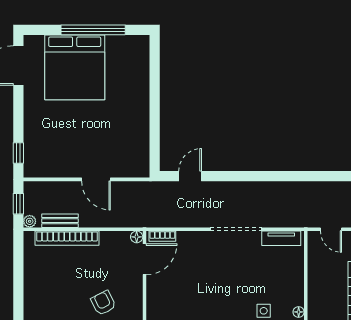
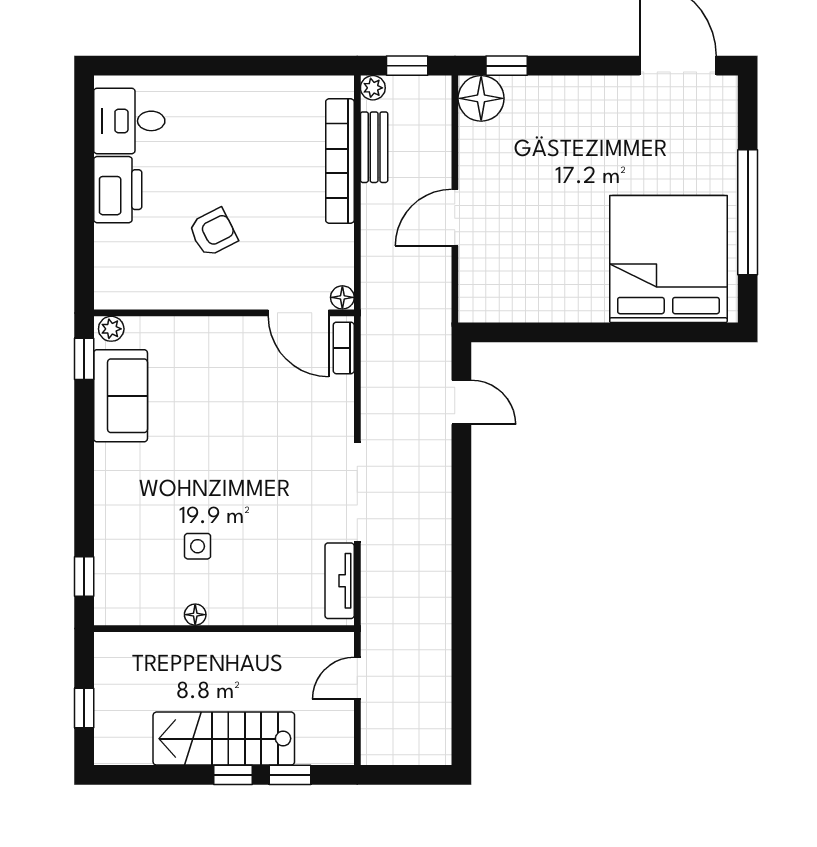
bed: (75, 67) -> (668, 259), moved, turned 90
floor lamp: (35, 166) -> (481, 98), added

